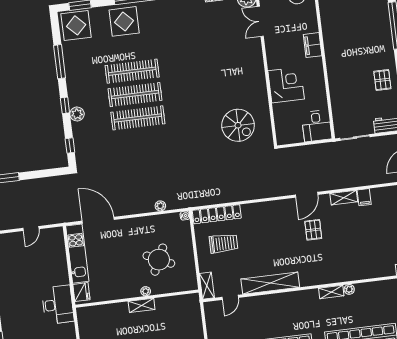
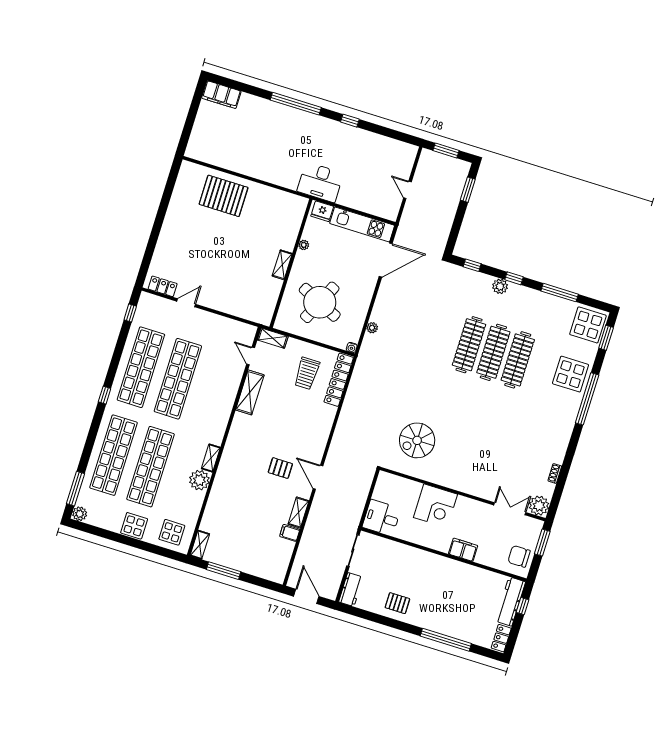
round table: (159, 260) -> (320, 302), width x1.36, depth x1.36
shelving: (270, 283) -> (250, 392), width x0.68
plant: (349, 289) -> (199, 480), width x1.88, depth x1.88
plant: (146, 291) -> (304, 245), moved

